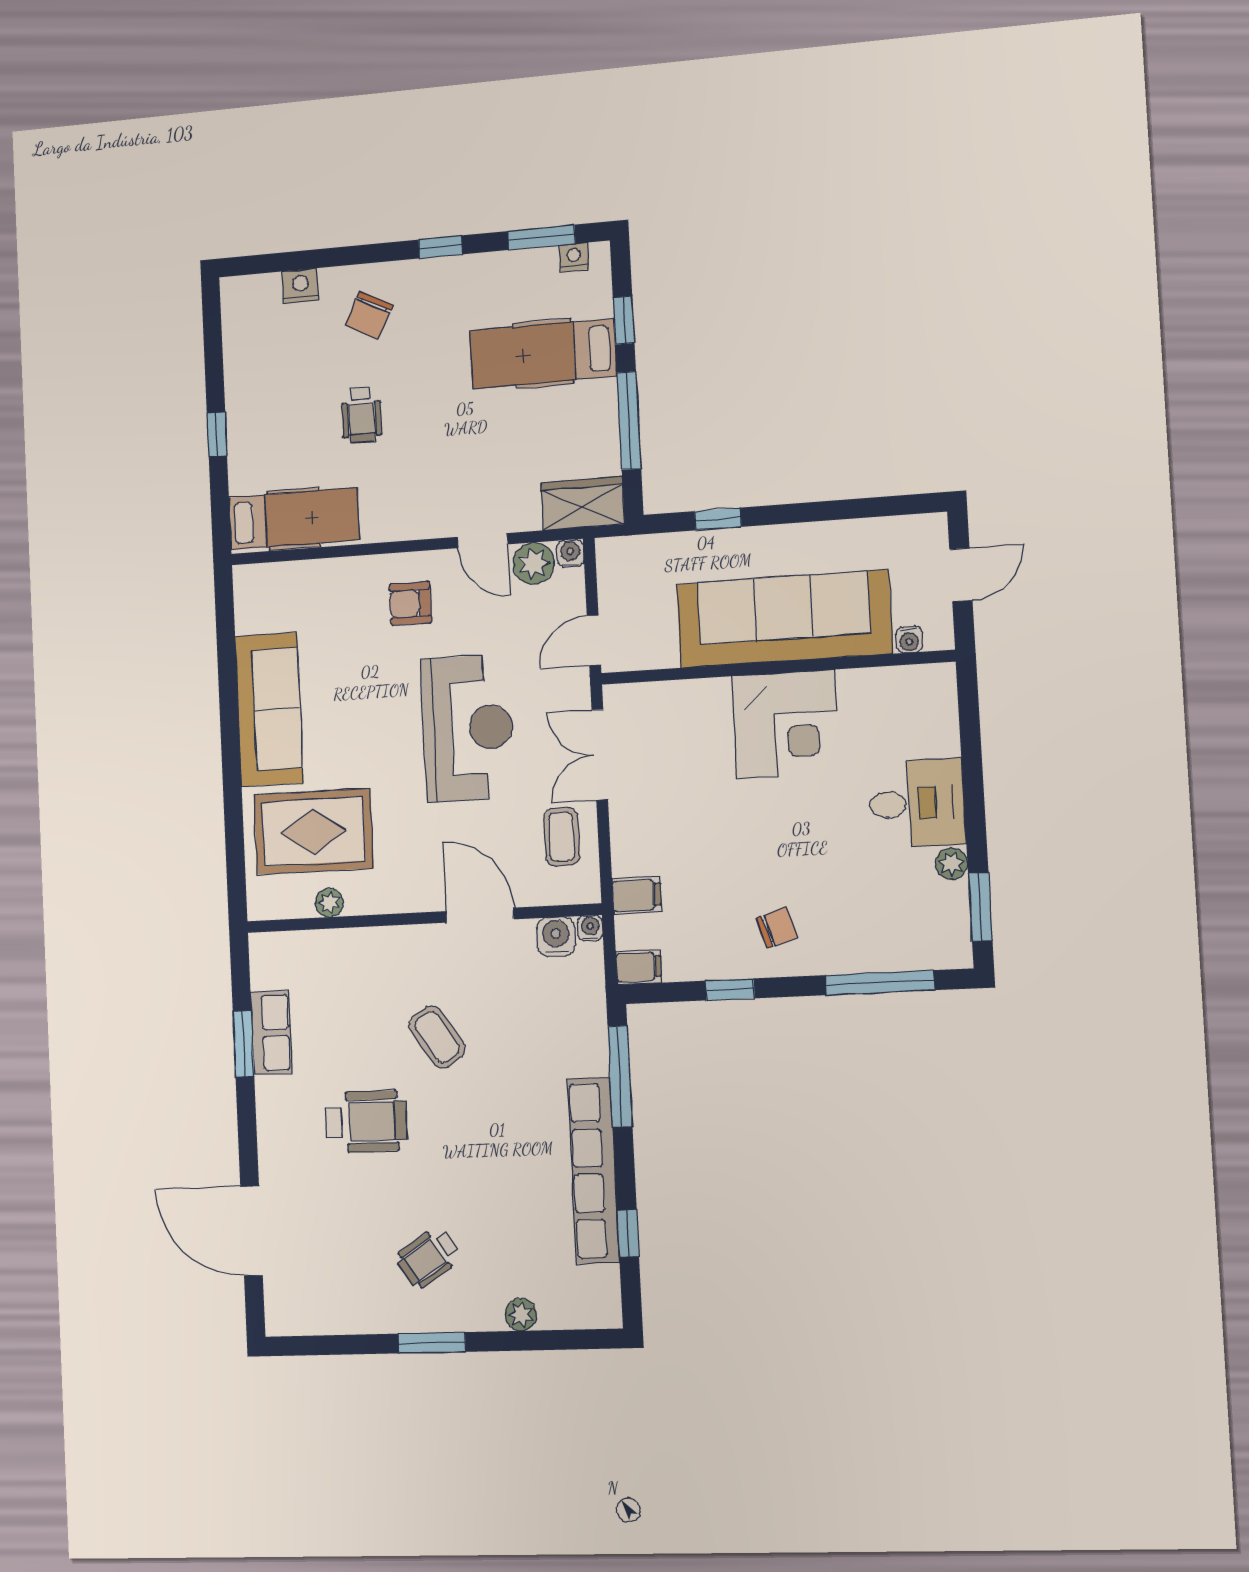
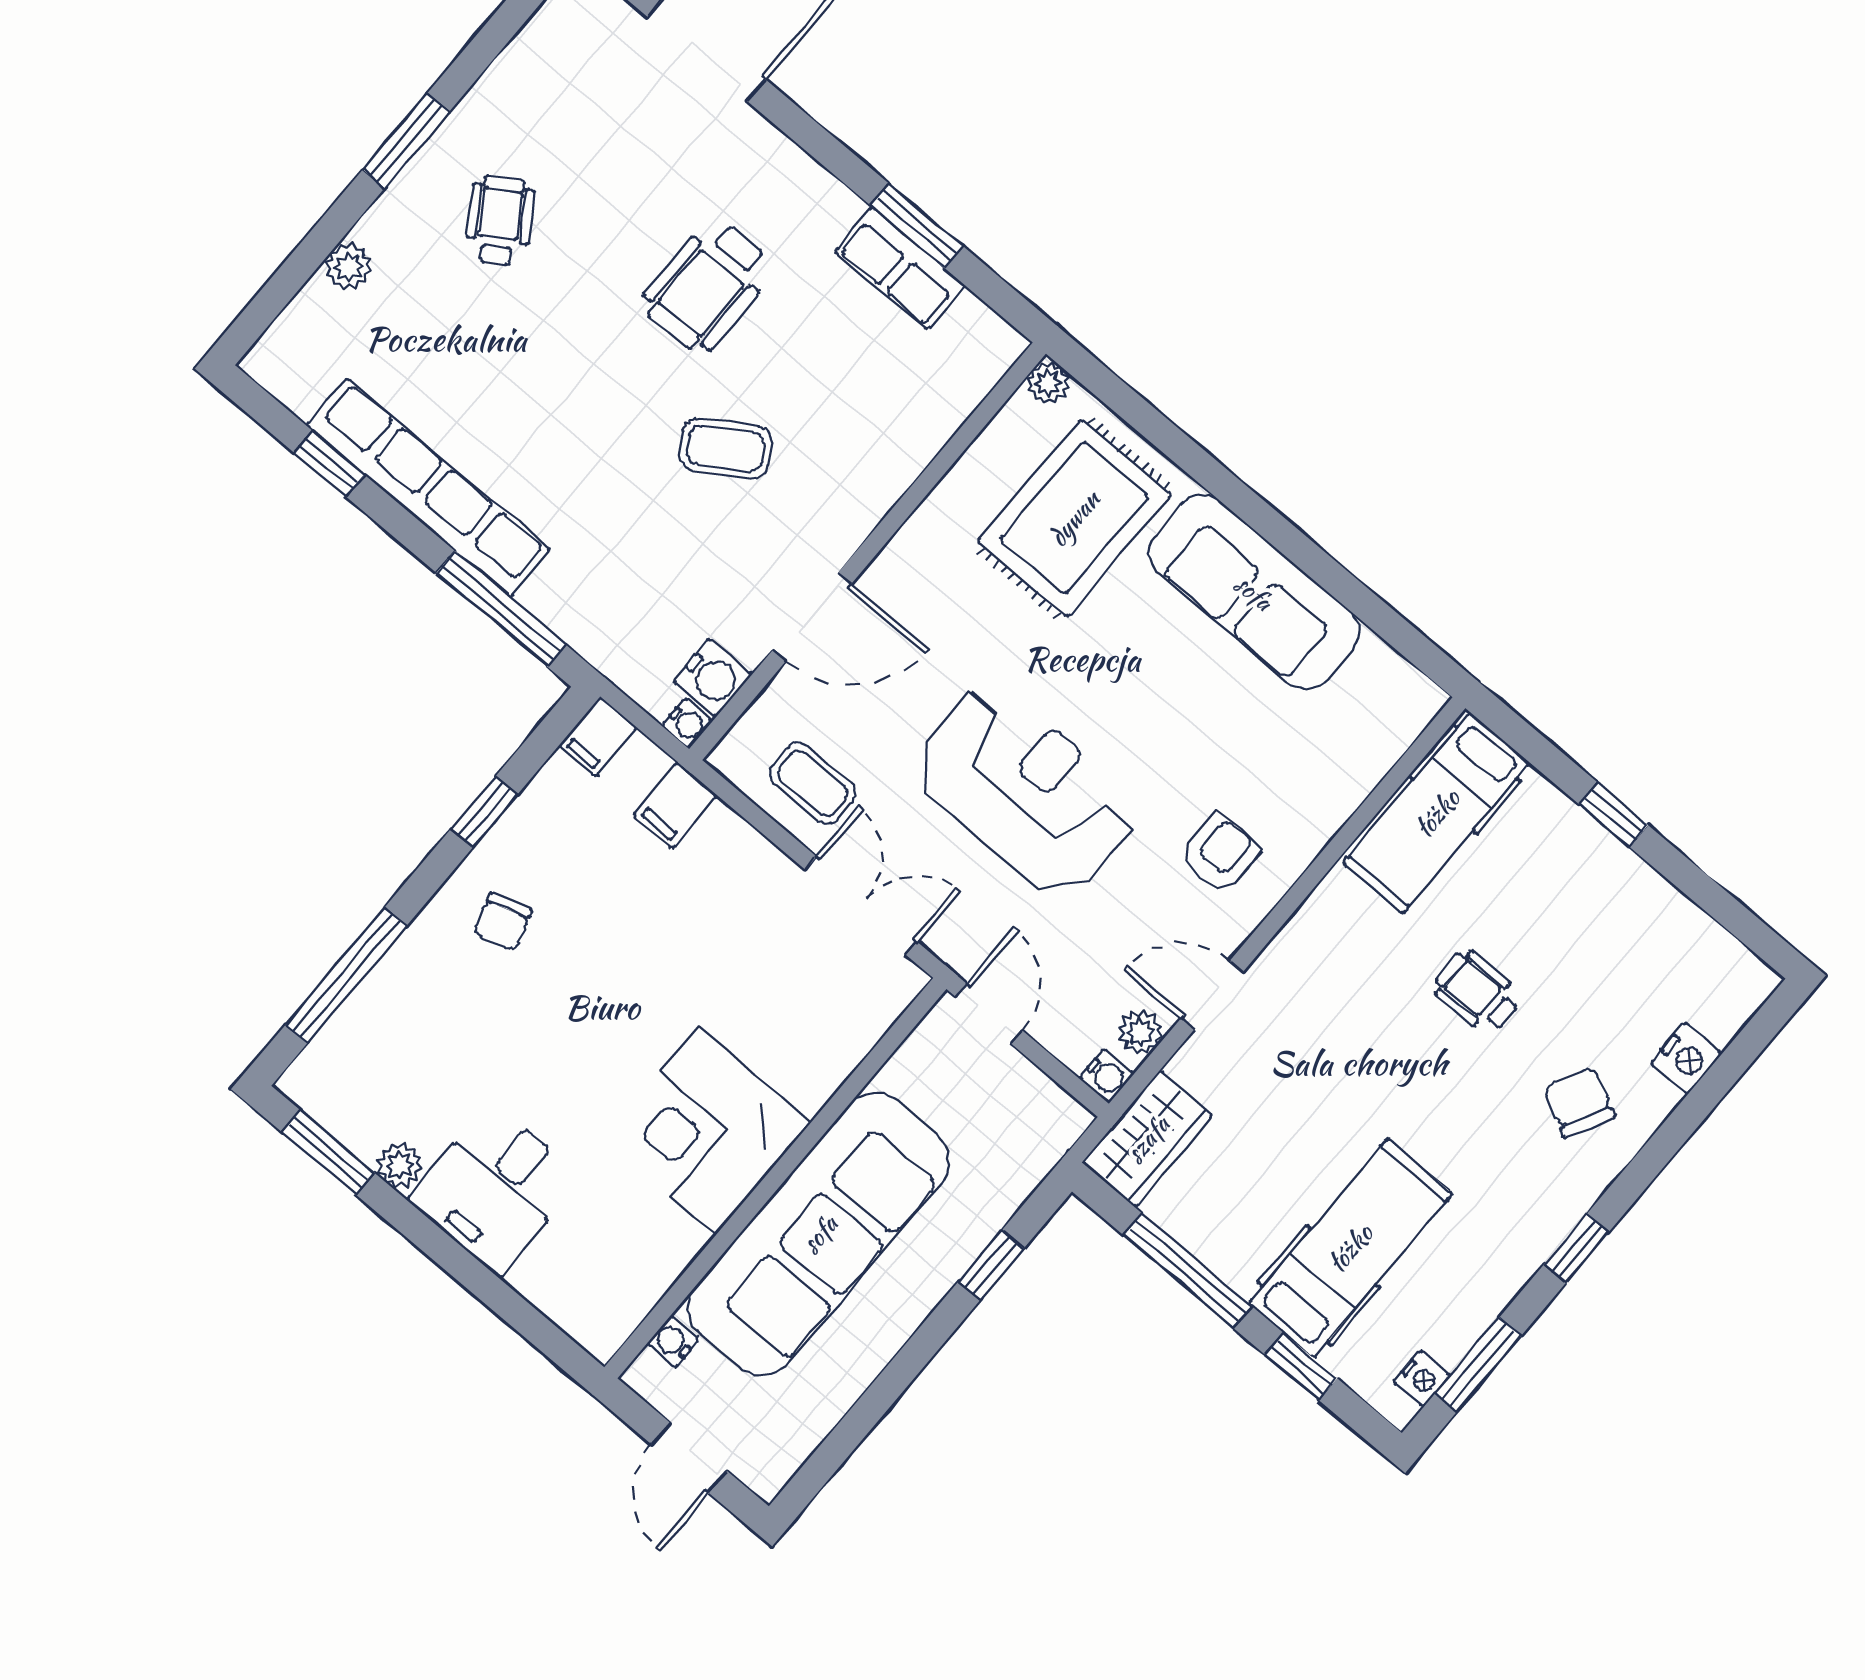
plant: (534, 563) -> (1140, 1032), width x0.73, depth x0.73
reception desk: (468, 728) -> (1025, 791), turned 180
plant: (329, 903) -> (1048, 383), moved

